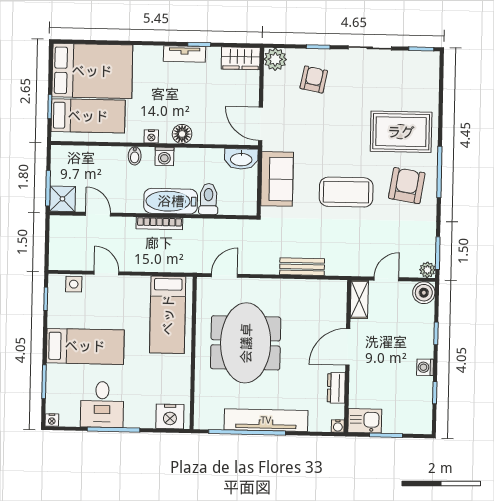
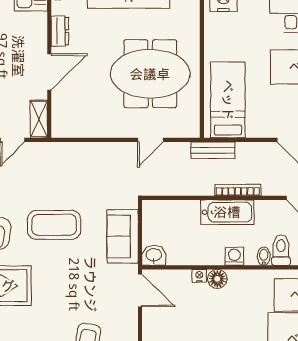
nightstand: (151, 136) -> (199, 276), moved
washbasin: (241, 159) -> (154, 255), width x0.72
toilet: (208, 199) -> (281, 250), moved, turned 180
bench: (302, 267) -> (213, 150), moved
door: (224, 275) -> (150, 140), moved
meeting table: (246, 343) -> (150, 74), turned 90

